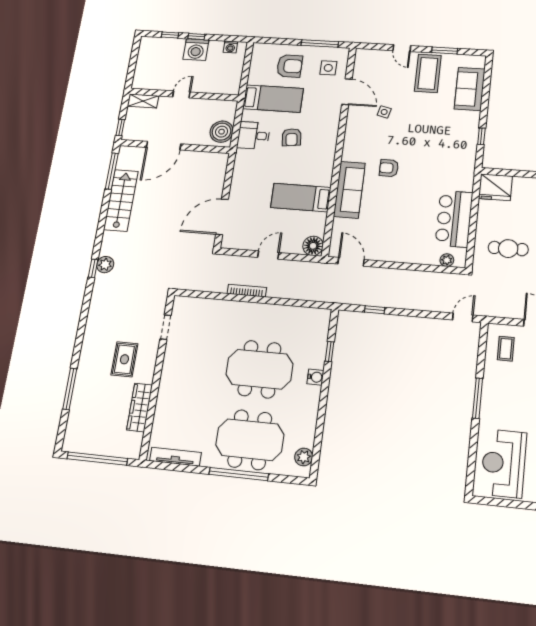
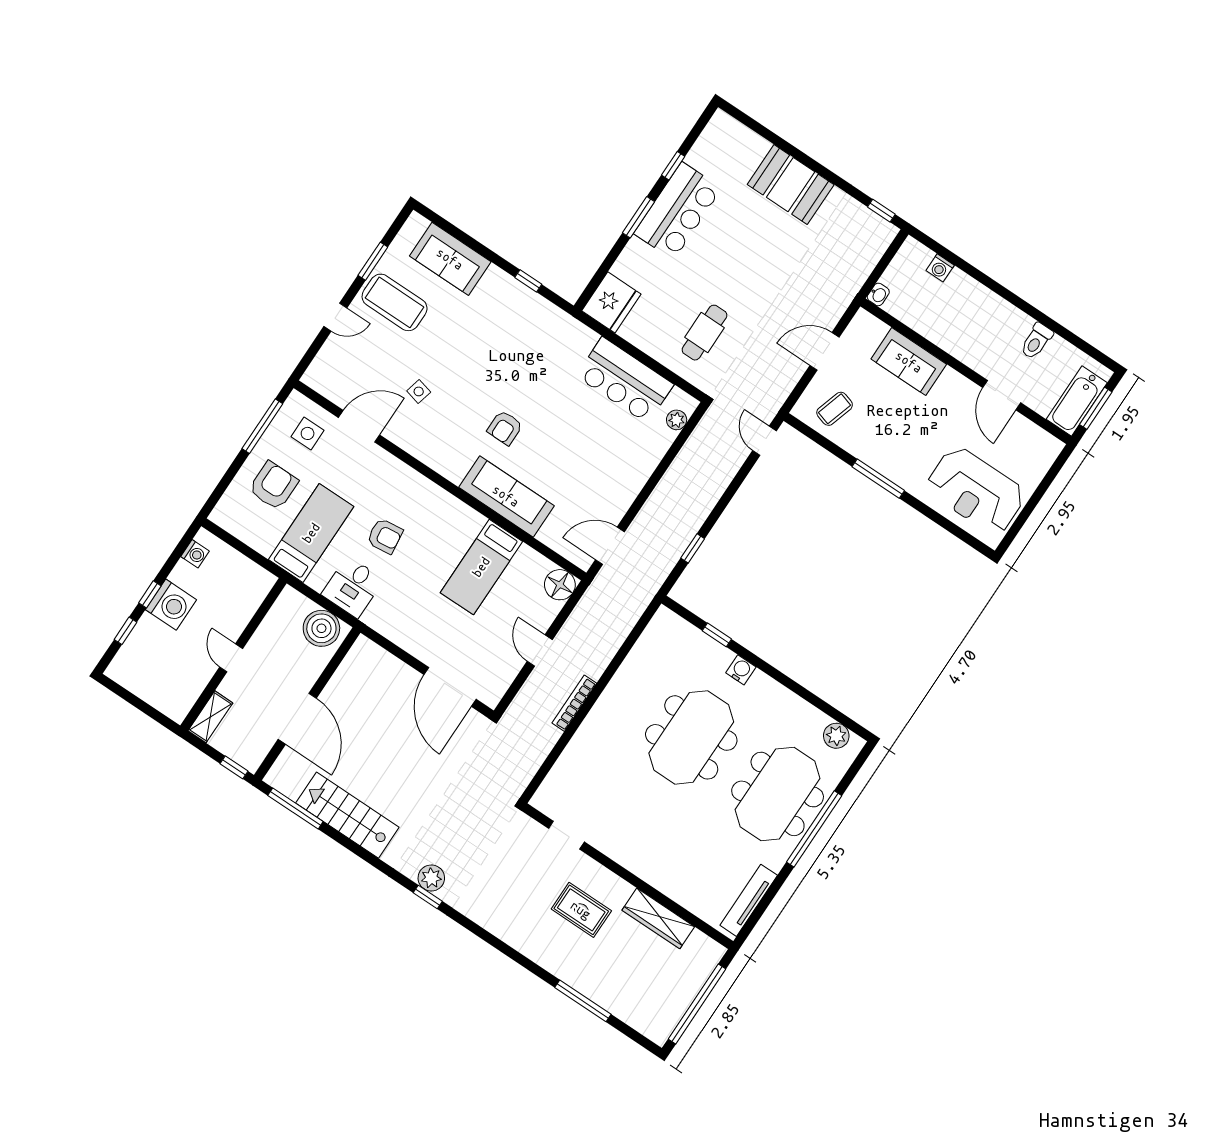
coffee table: (506, 349) -> (835, 409), turned -73

